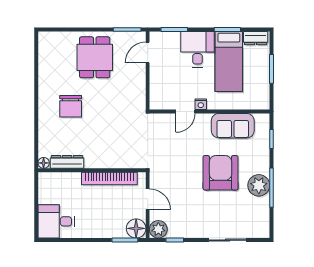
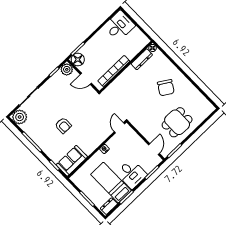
dining table: (95, 57) -> (177, 122), turned 90
chair: (71, 106) -> (166, 88), turned -148
door: (185, 112) -> (119, 128), moved
sofa: (233, 126) -> (72, 161), moved
armchair: (221, 173) -> (63, 125), width x0.53, depth x0.53
plant: (259, 185) -> (20, 117), moved

